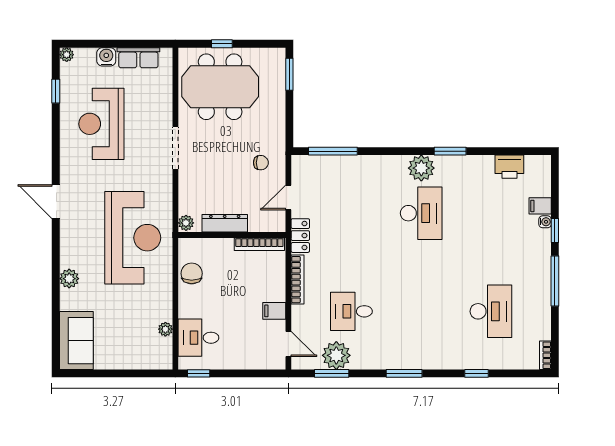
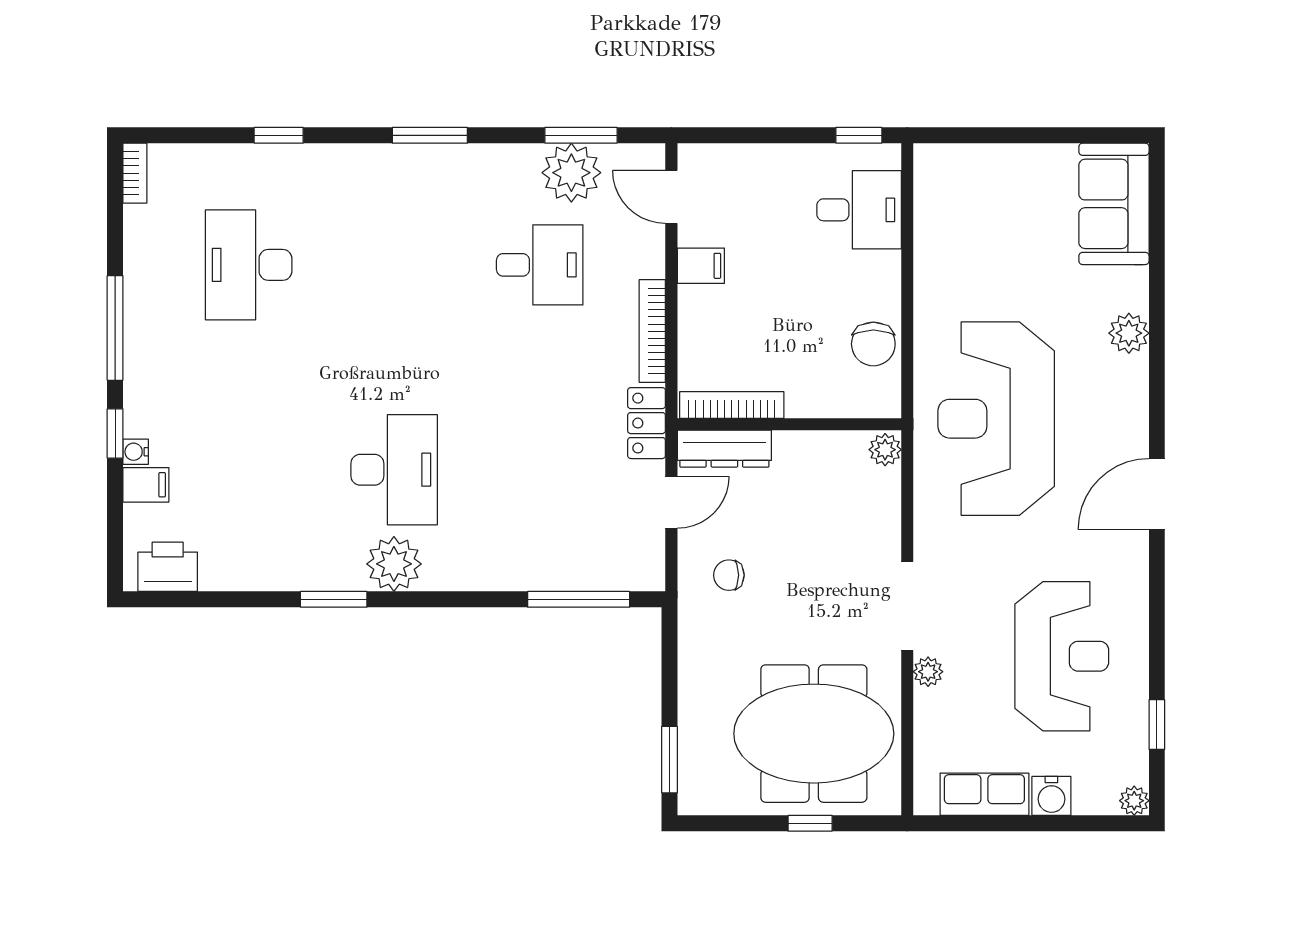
printer: (509, 167) -> (168, 567), moved
door: (56, 202) -> (1157, 494), swing flipped
desk: (421, 213) -> (394, 470), turned 180
dresser: (225, 223) -> (724, 449), moved
plant: (165, 329) -> (928, 672), moved

